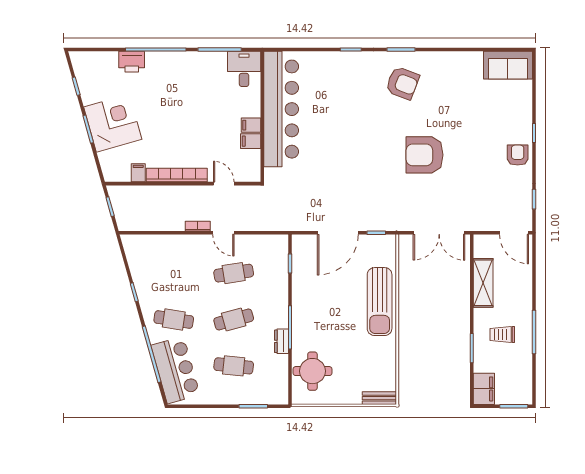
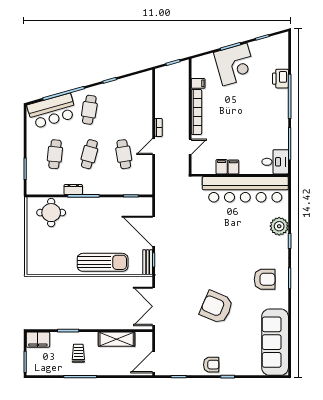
plant: (331, 63) -> (279, 226), added
sofa: (508, 65) -> (275, 342), width x1.85, depth x1.27
armchair: (402, 83) -> (265, 279), turned -111
armchair: (425, 155) -> (216, 307), moved, turned -67
sun lounger: (380, 302) -> (103, 262), turned 180
cafe table: (234, 319) -> (89, 154), turned 30
bench: (379, 398) -> (148, 262), moved

